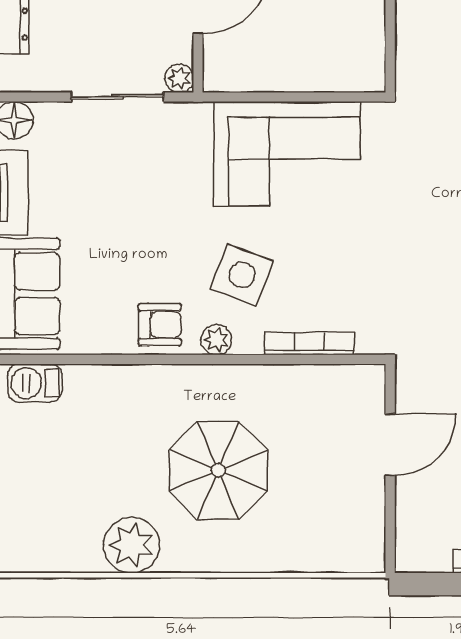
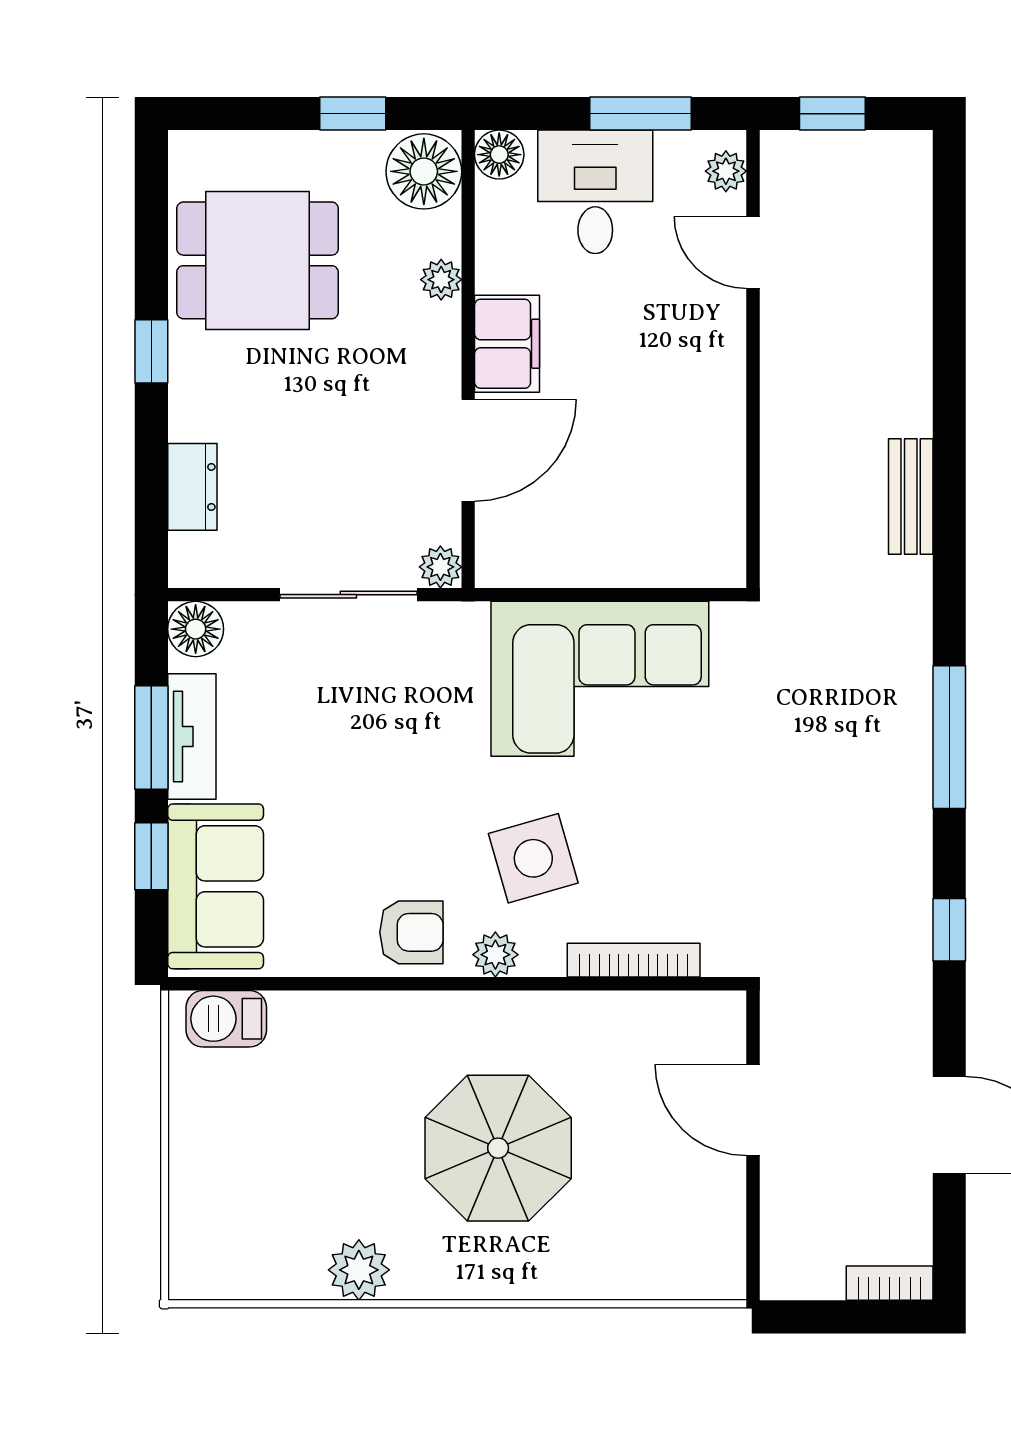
side table: (242, 275) -> (533, 858), turned -37
door: (390, 445) -> (753, 1110), swing flipped
plant: (132, 545) -> (359, 1270), width x0.73, depth x0.73

